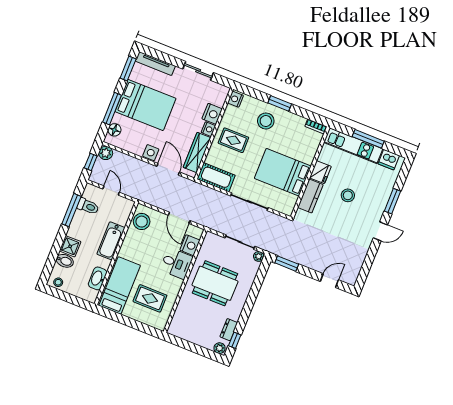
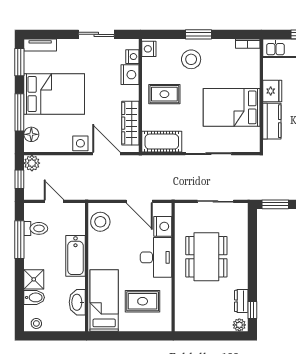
tv unit: (155, 64) -> (40, 45), width x0.71
nightstand: (208, 129) -> (132, 57), moved
plant: (259, 256) -> (242, 209), removed
desk: (176, 263) -> (156, 257), width x1.37
dining table: (215, 283) -> (206, 257), turned 90

